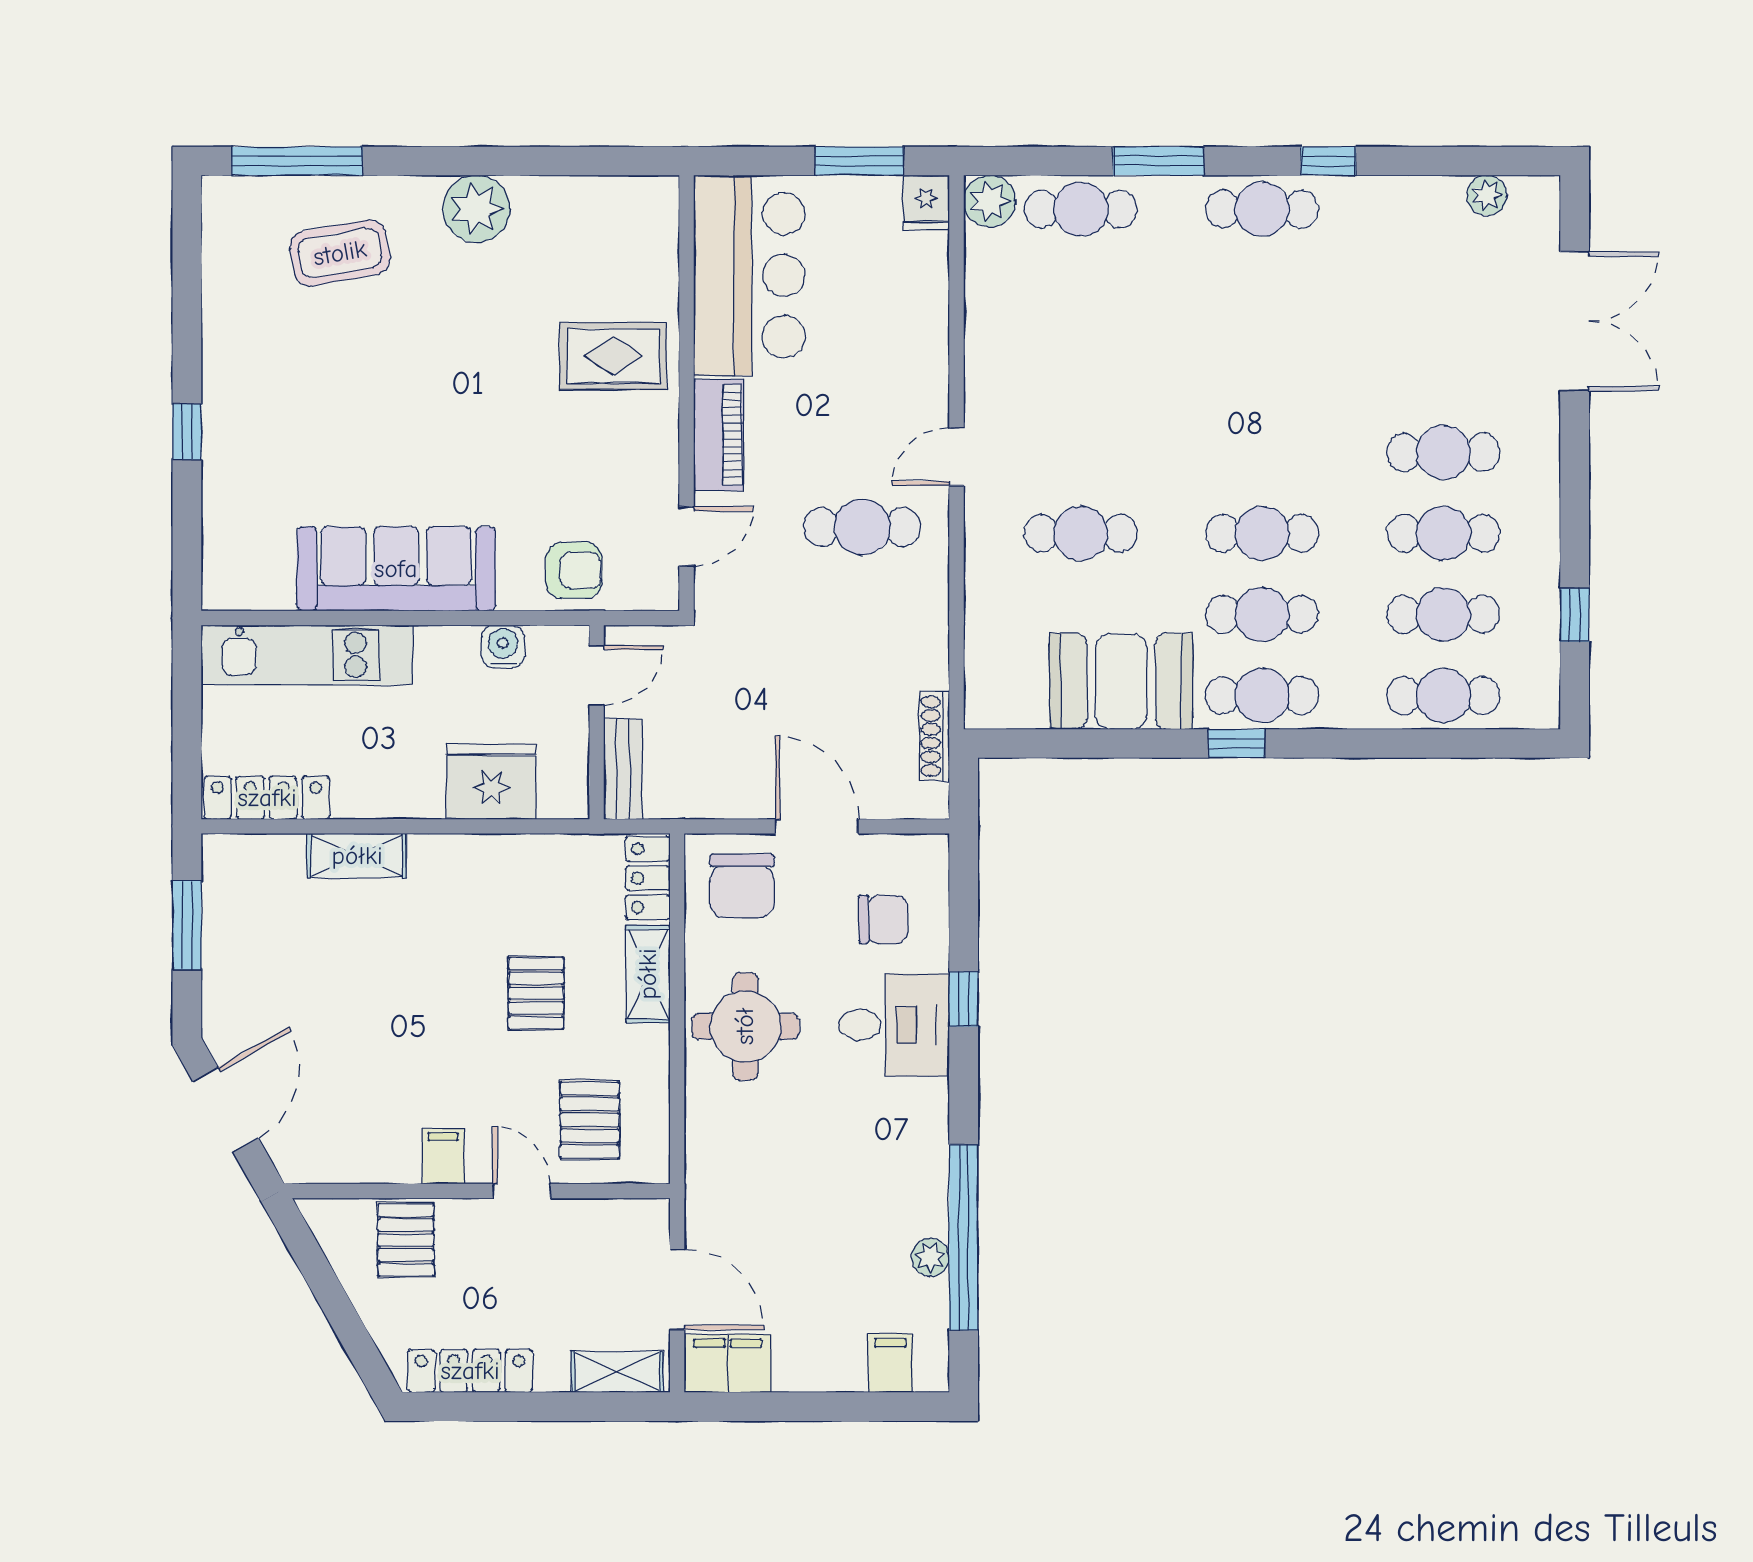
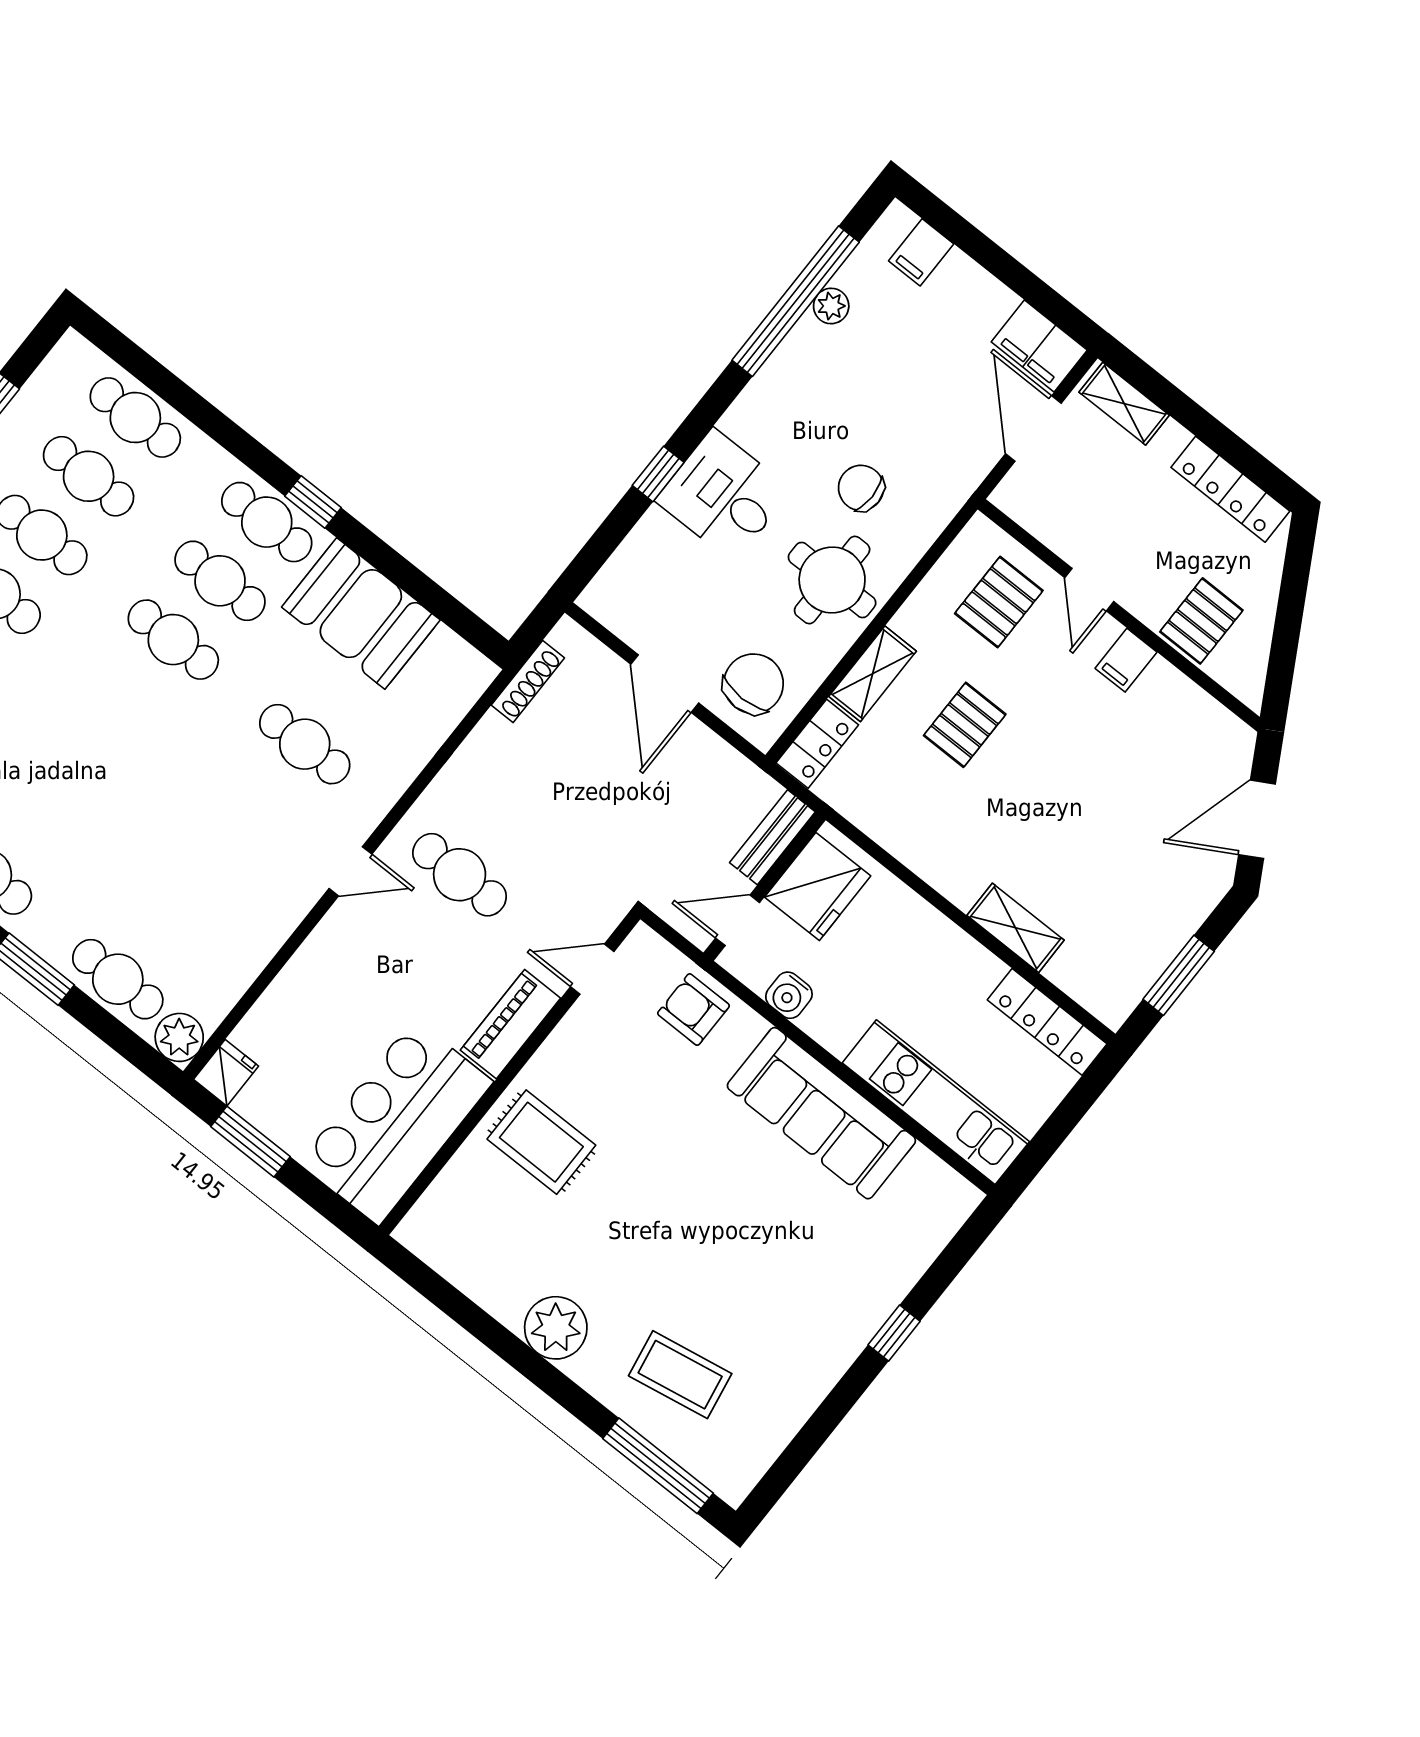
fridge: (491, 781) -> (818, 886), moved, turned -90
chair: (883, 919) -> (861, 488), moved

